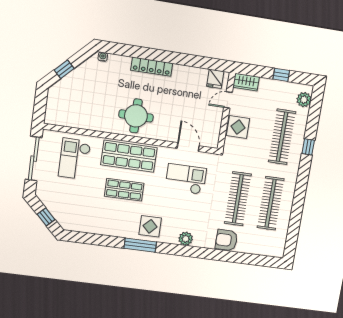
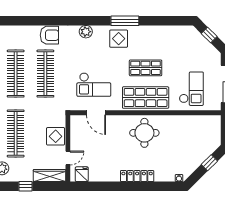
wardrobe: (246, 82) -> (50, 176), width x1.50

